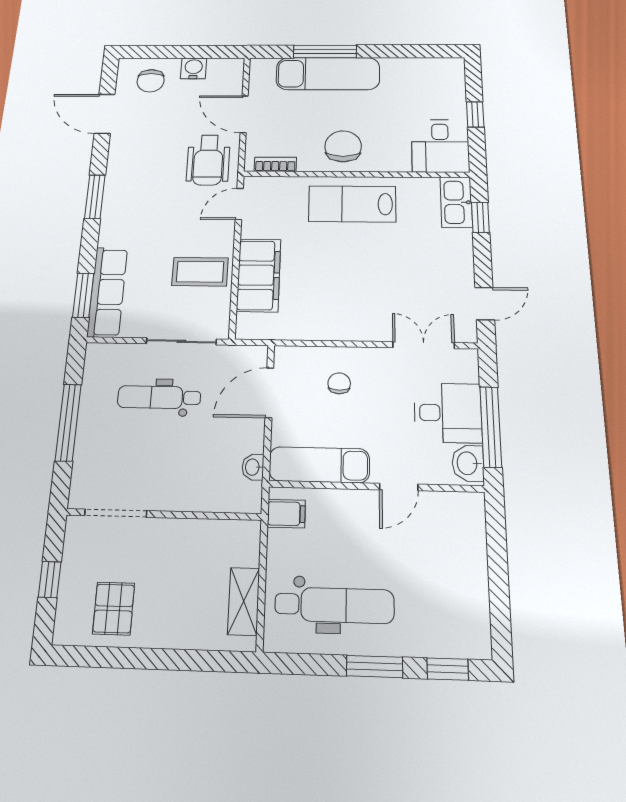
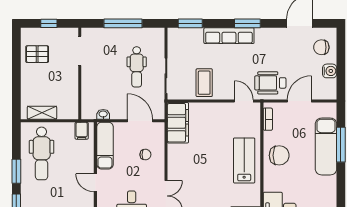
filing cabinet: (259, 275) -> (178, 123), moved, turned -90
row of seats: (107, 292) -> (229, 36), moved
dental chair: (159, 397) -> (137, 67), turned 180

